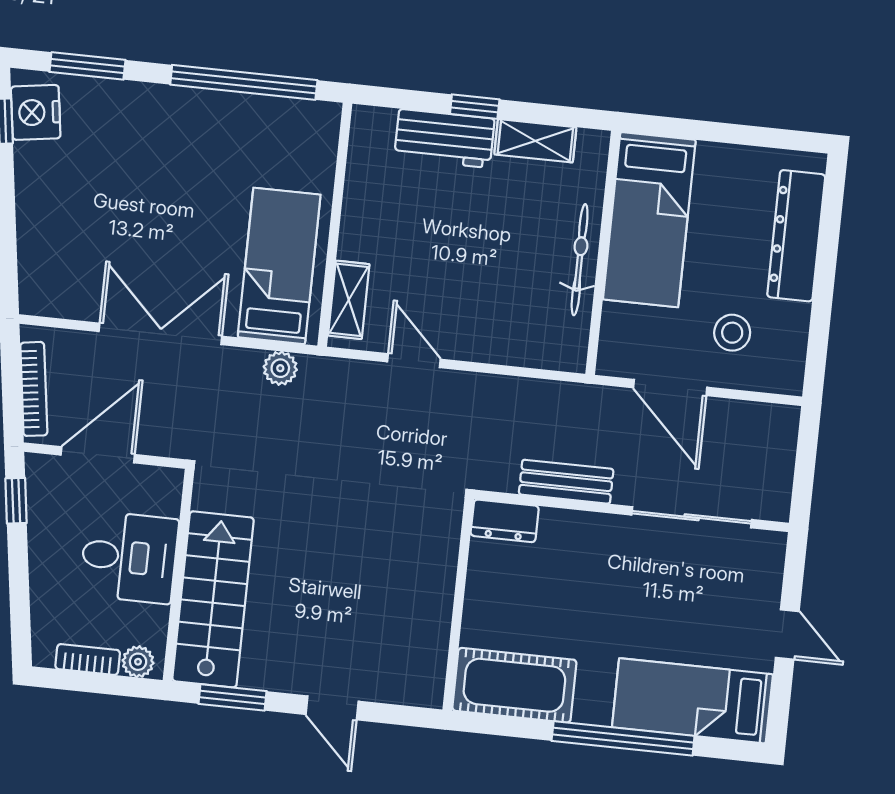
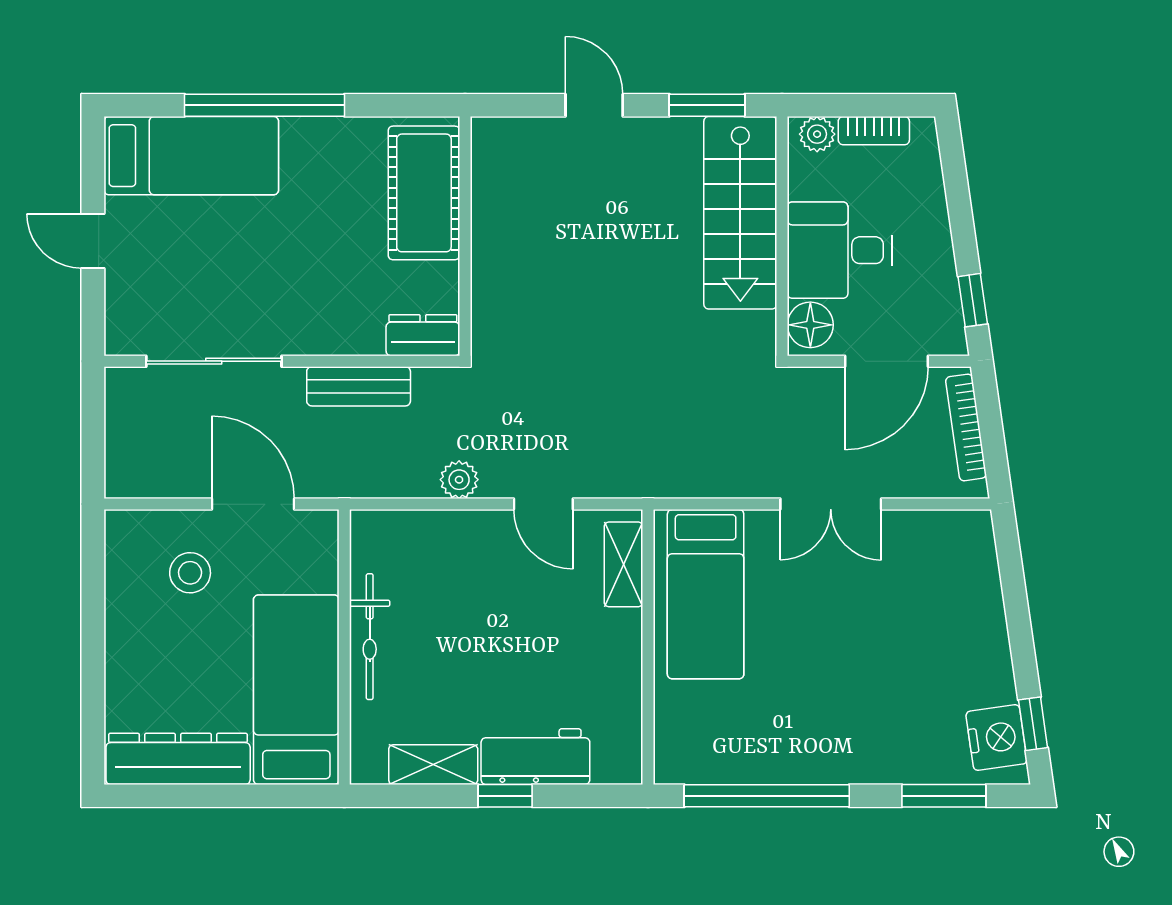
dresser: (796, 236) -> (178, 759), moved, turned -90
double door: (160, 334) -> (831, 504), width x0.73
plant: (280, 368) -> (459, 480), moved
floor lamp: (162, 494) -> (810, 325), added
cot: (514, 685) -> (424, 193), moved, turned 90

